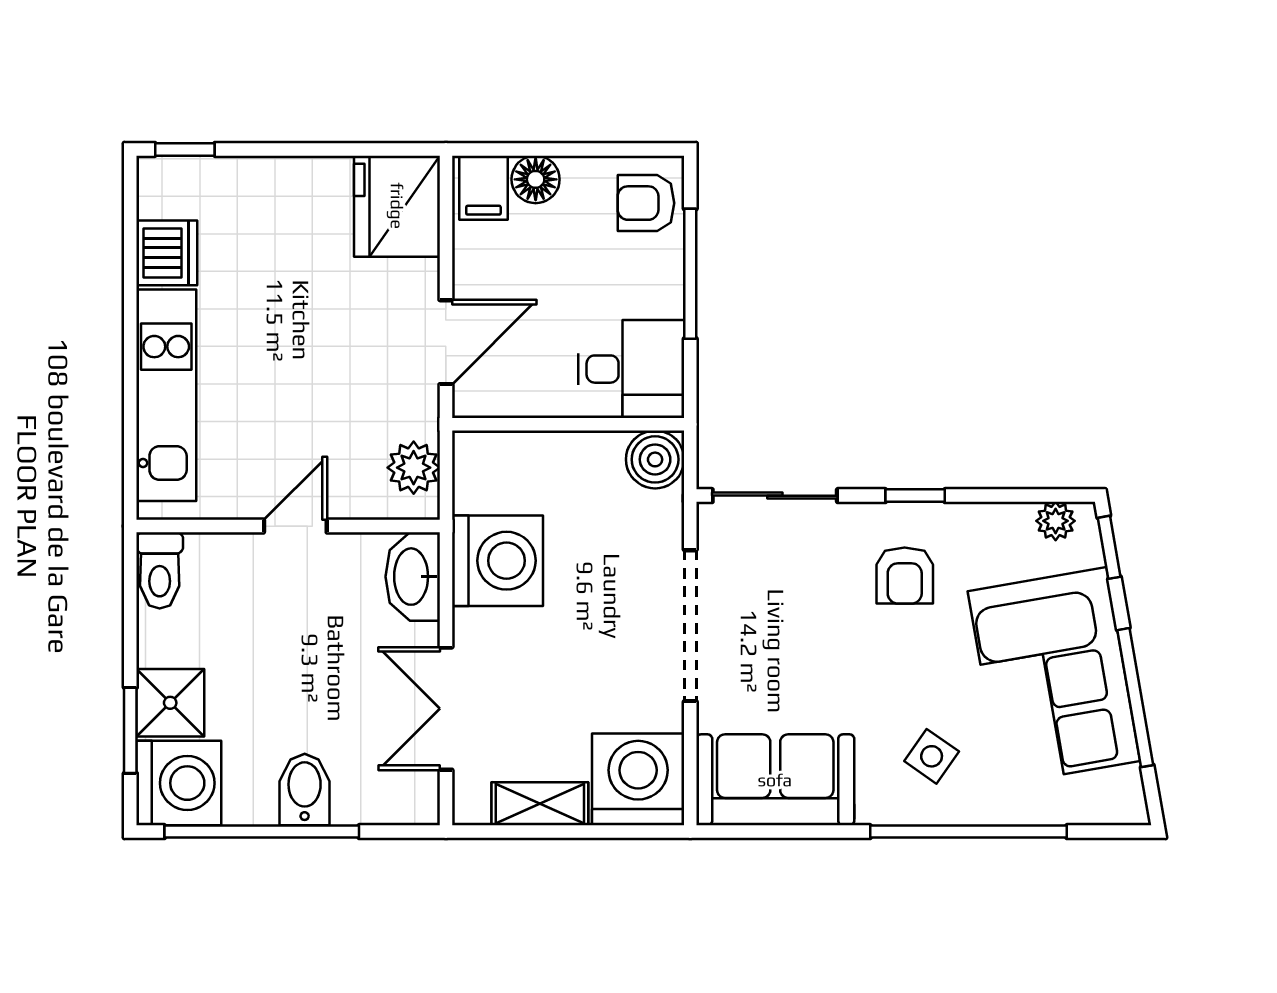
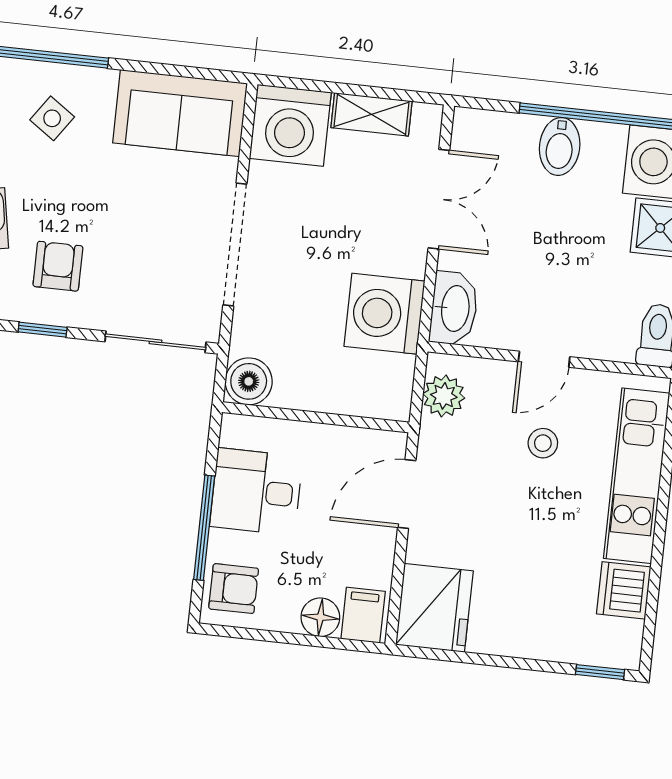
desk: (631, 369) -> (256, 492), moved
stool: (286, 423) -> (543, 443), added

